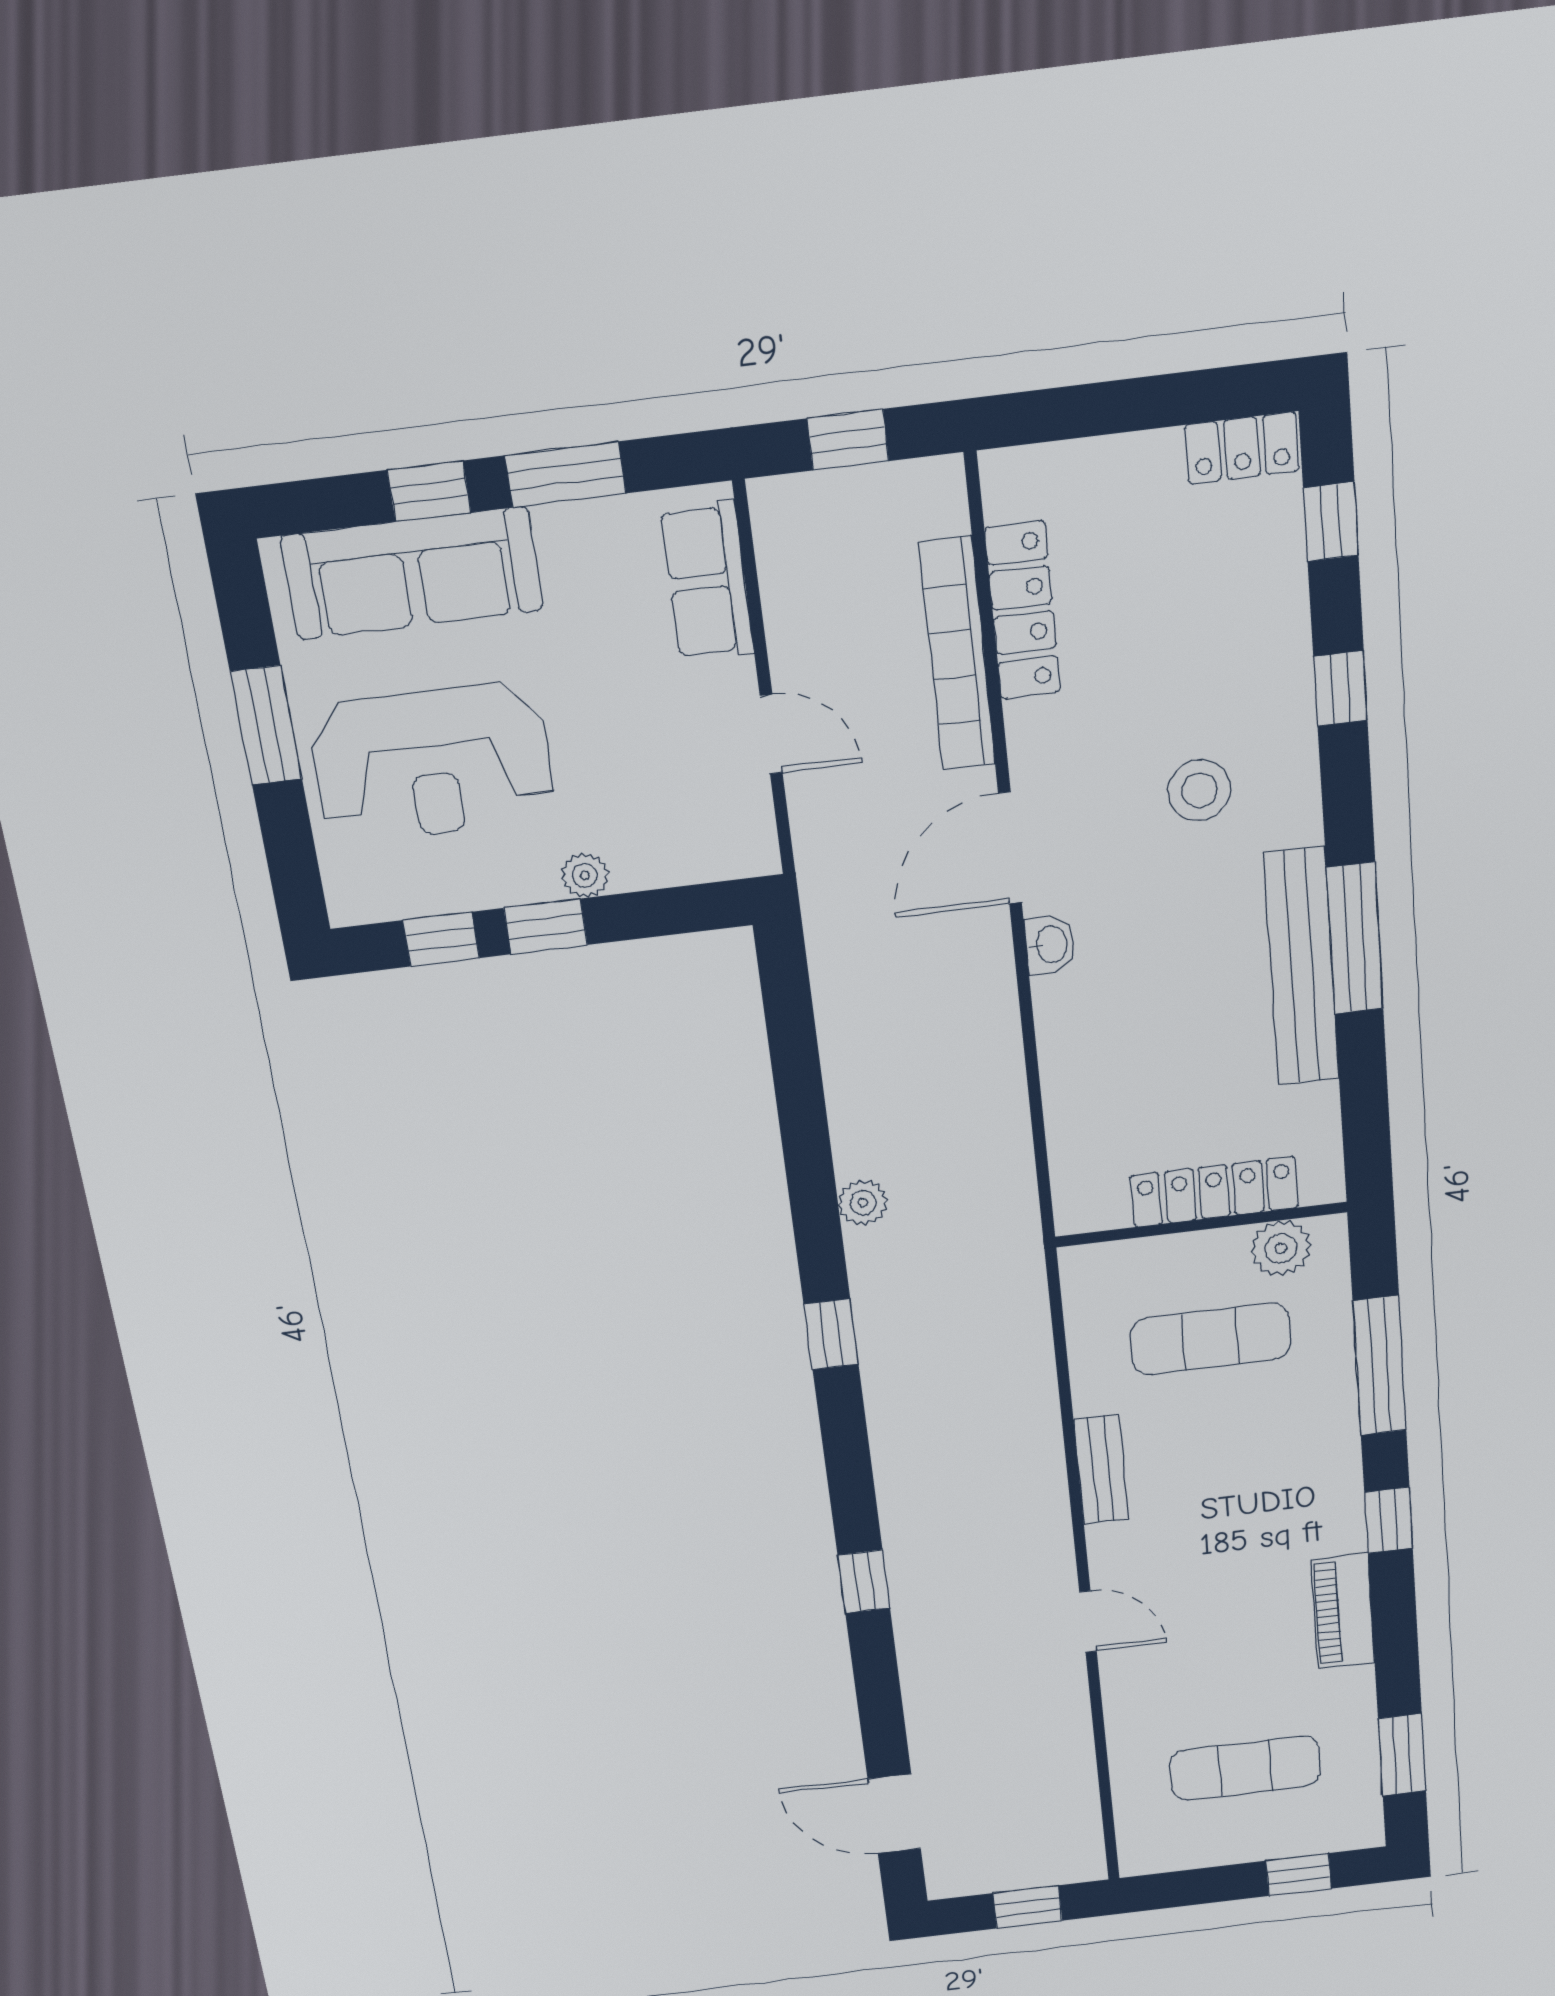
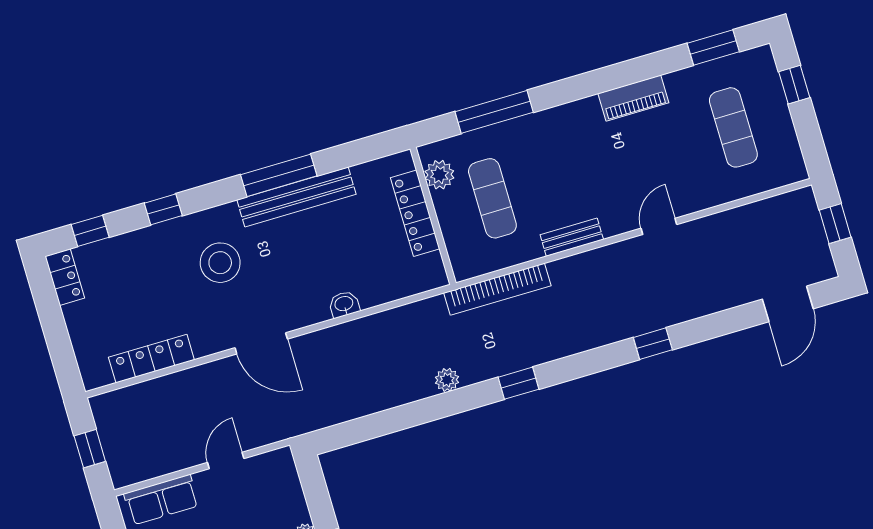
bookcase: (957, 654) -> (497, 289), moved
stool: (1199, 790) -> (220, 263), width x1.38, depth x1.38
washbasin: (1050, 944) -> (344, 304), moved
window: (1389, 1520) -> (578, 87), removed

